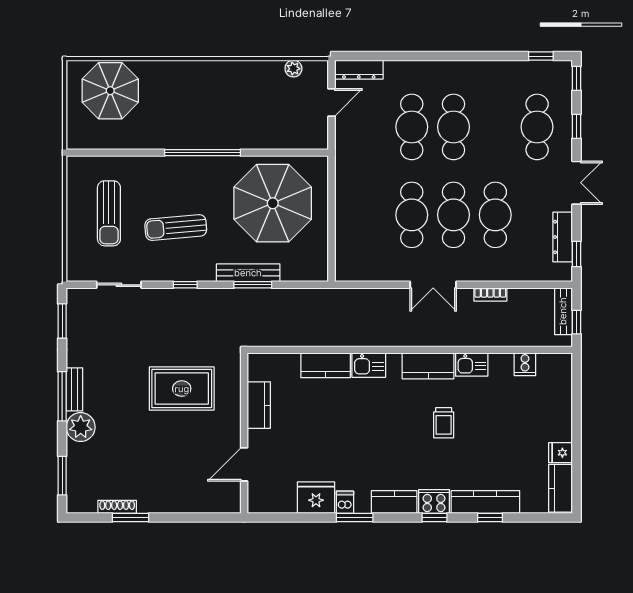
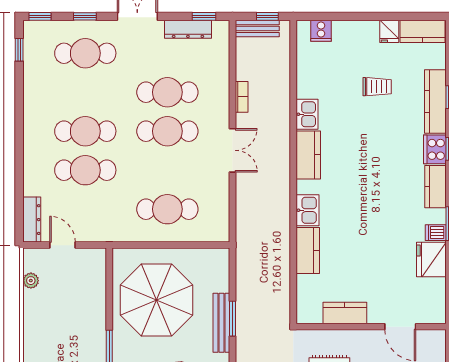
cafe table: (412, 215) -> (167, 209), moved
cooker: (525, 364) -> (321, 31), moved, turned 90
trolley: (444, 423) -> (377, 87), moved

